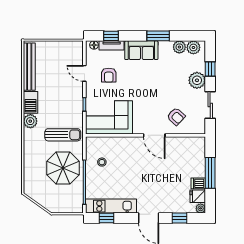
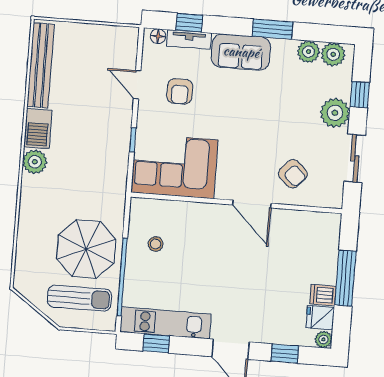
sun lounger: (63, 135) -> (79, 298), moved

